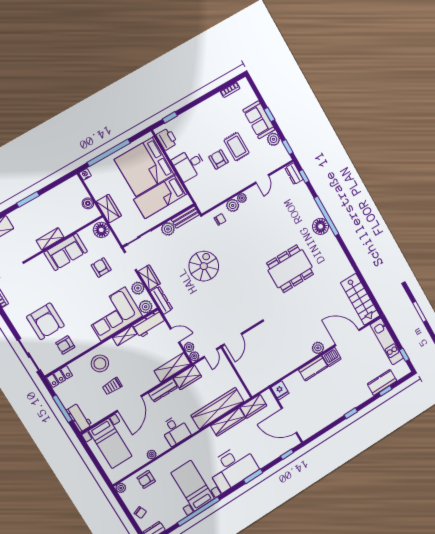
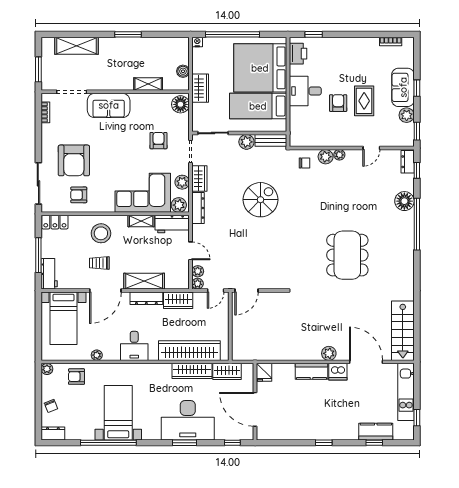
floor lamp: (321, 226) -> (404, 201), moved
shelving: (50, 239) -> (148, 84), moved
sofa: (66, 252) -> (109, 105), moved
dining table: (290, 269) -> (347, 255), turned 90
shelving: (172, 367) -> (144, 281), moved
desk: (232, 468) -> (188, 420), moved

